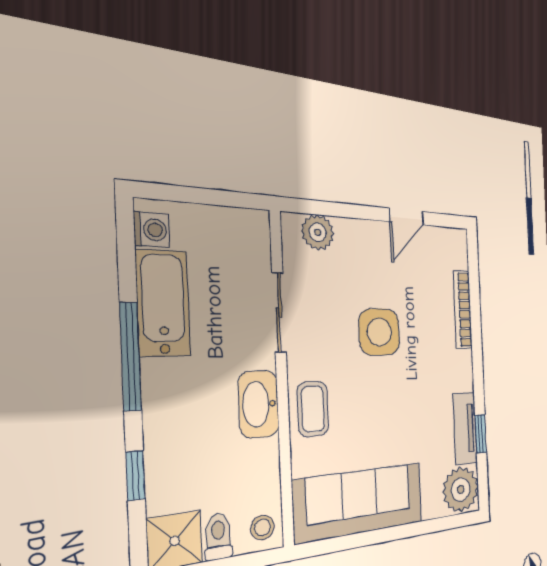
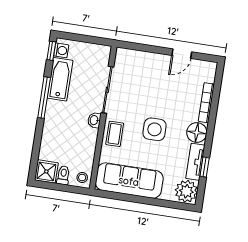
plant: (318, 232) -> (133, 57), removed
sliding door: (279, 313) -> (107, 90), width x1.37
side table: (379, 332) -> (154, 129), moved
floor lamp: (458, 371) -> (197, 133), added
washbasin: (259, 404) -> (94, 120), width x0.52, depth x0.69
window: (135, 476) -> (51, 51), moved

